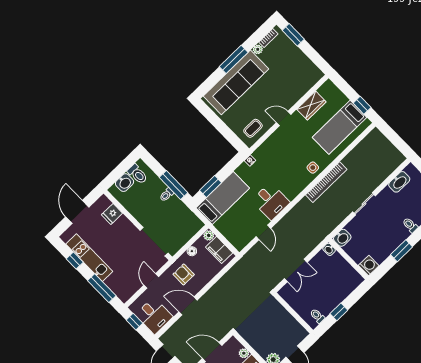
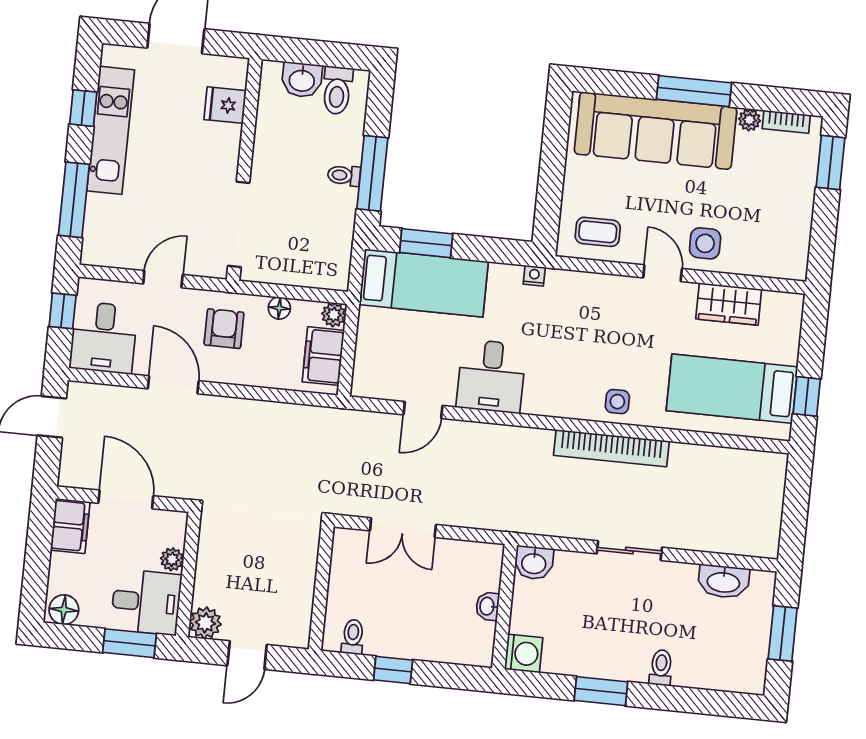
side table: (286, 97) -> (705, 243), added
washbasin: (329, 249) -> (488, 606), moved

